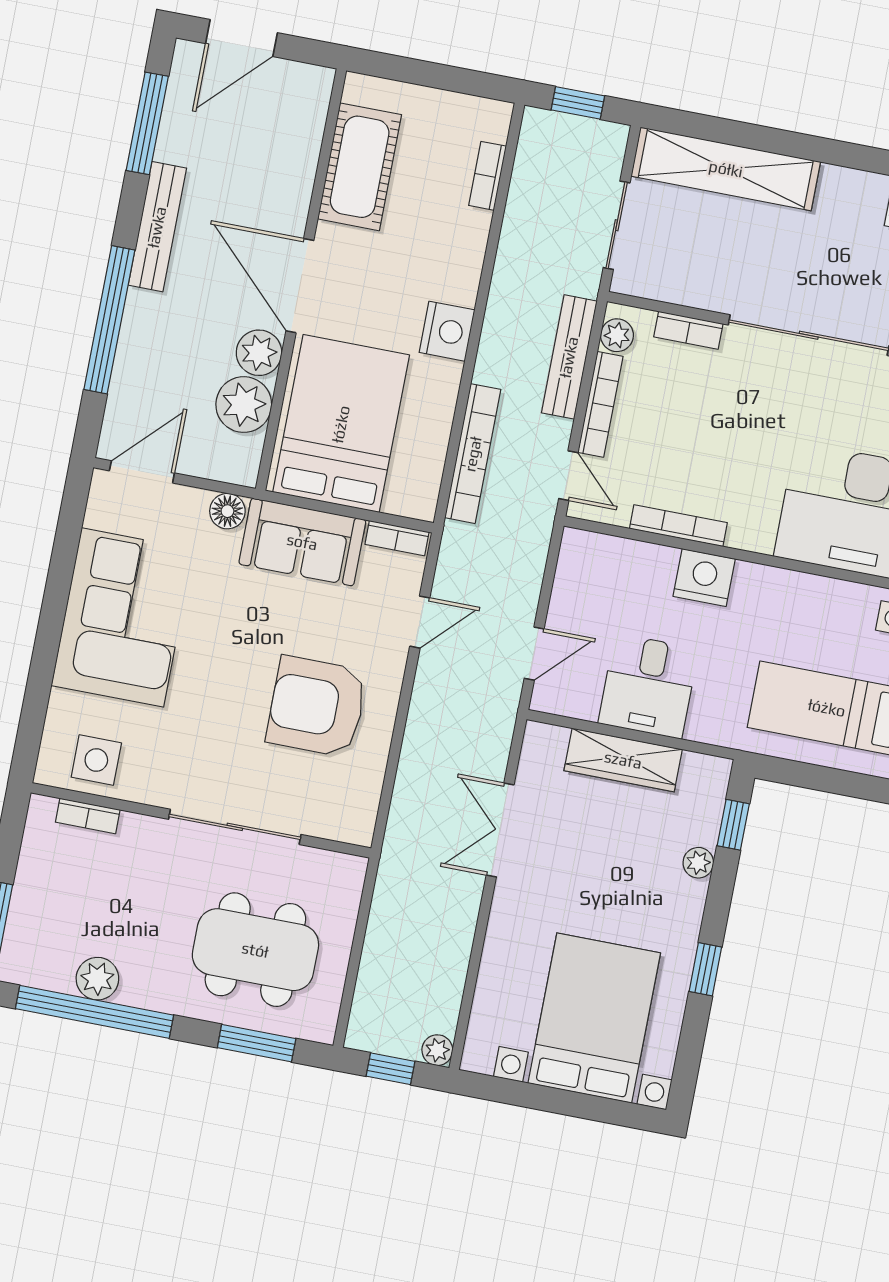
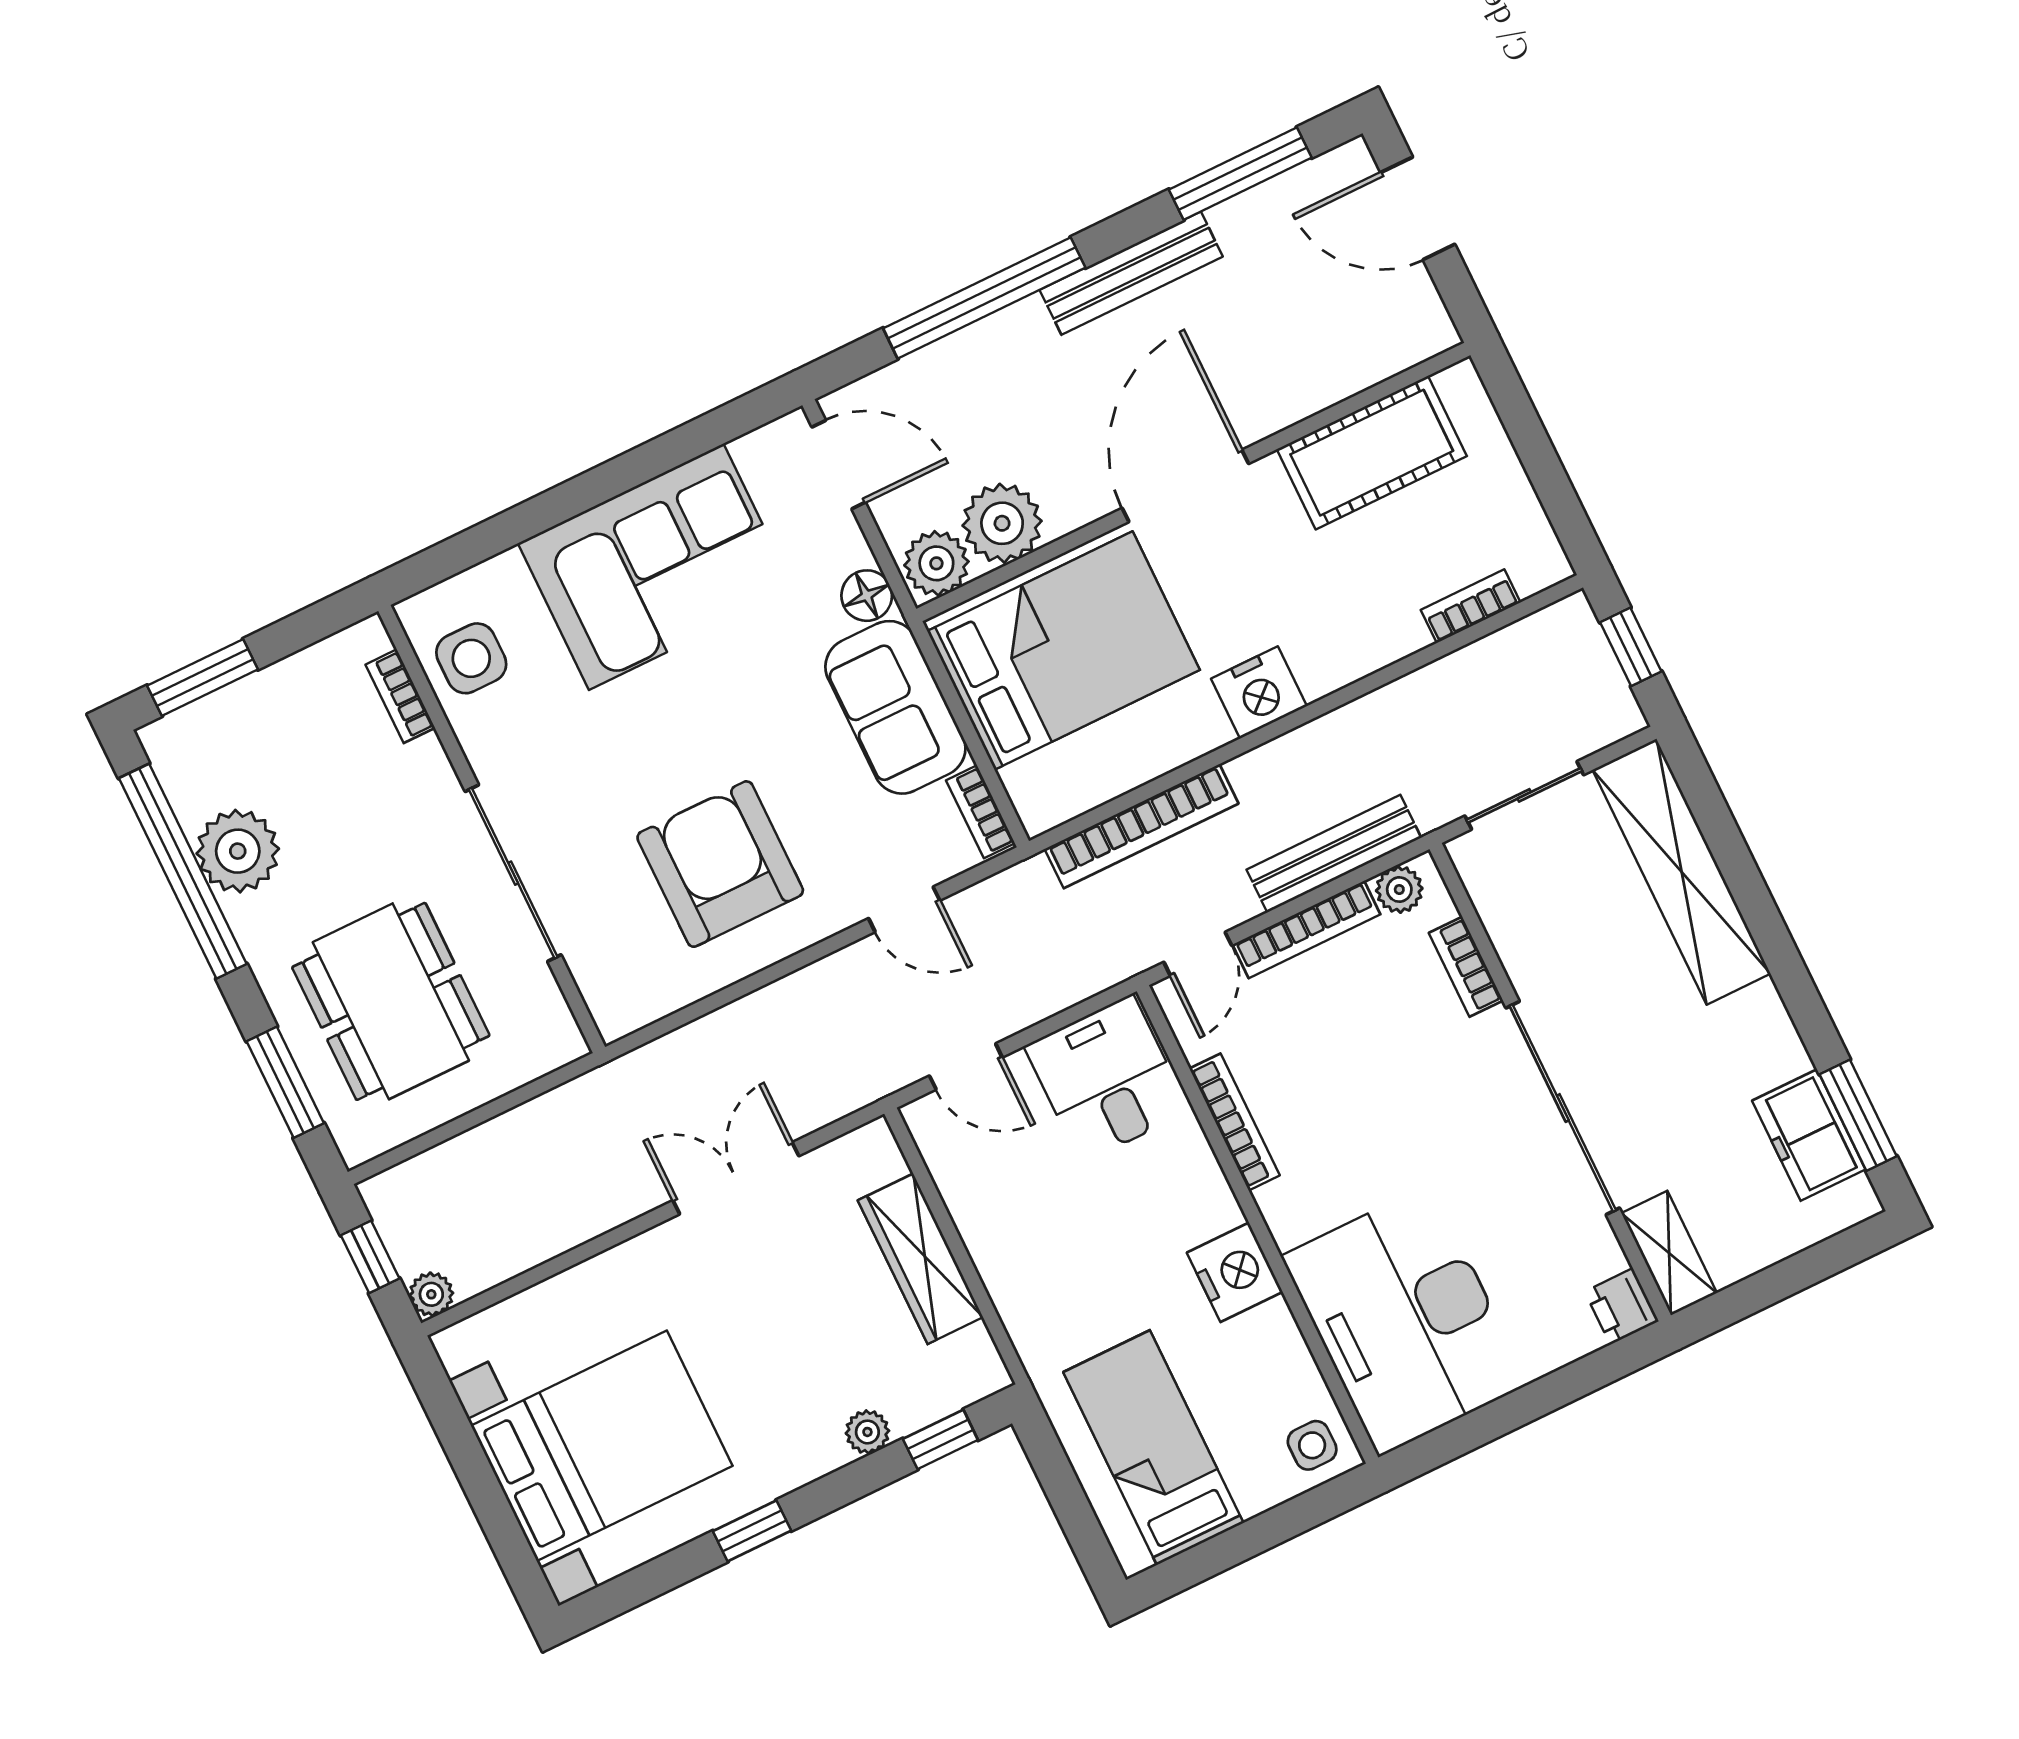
plant: (259, 353) -> (936, 563), moved
nightstand: (704, 578) -> (1235, 1272), moved
desk: (648, 686) -> (1107, 1079), moved, turned 90
plant: (97, 979) -> (238, 851), width x1.36, depth x1.36

